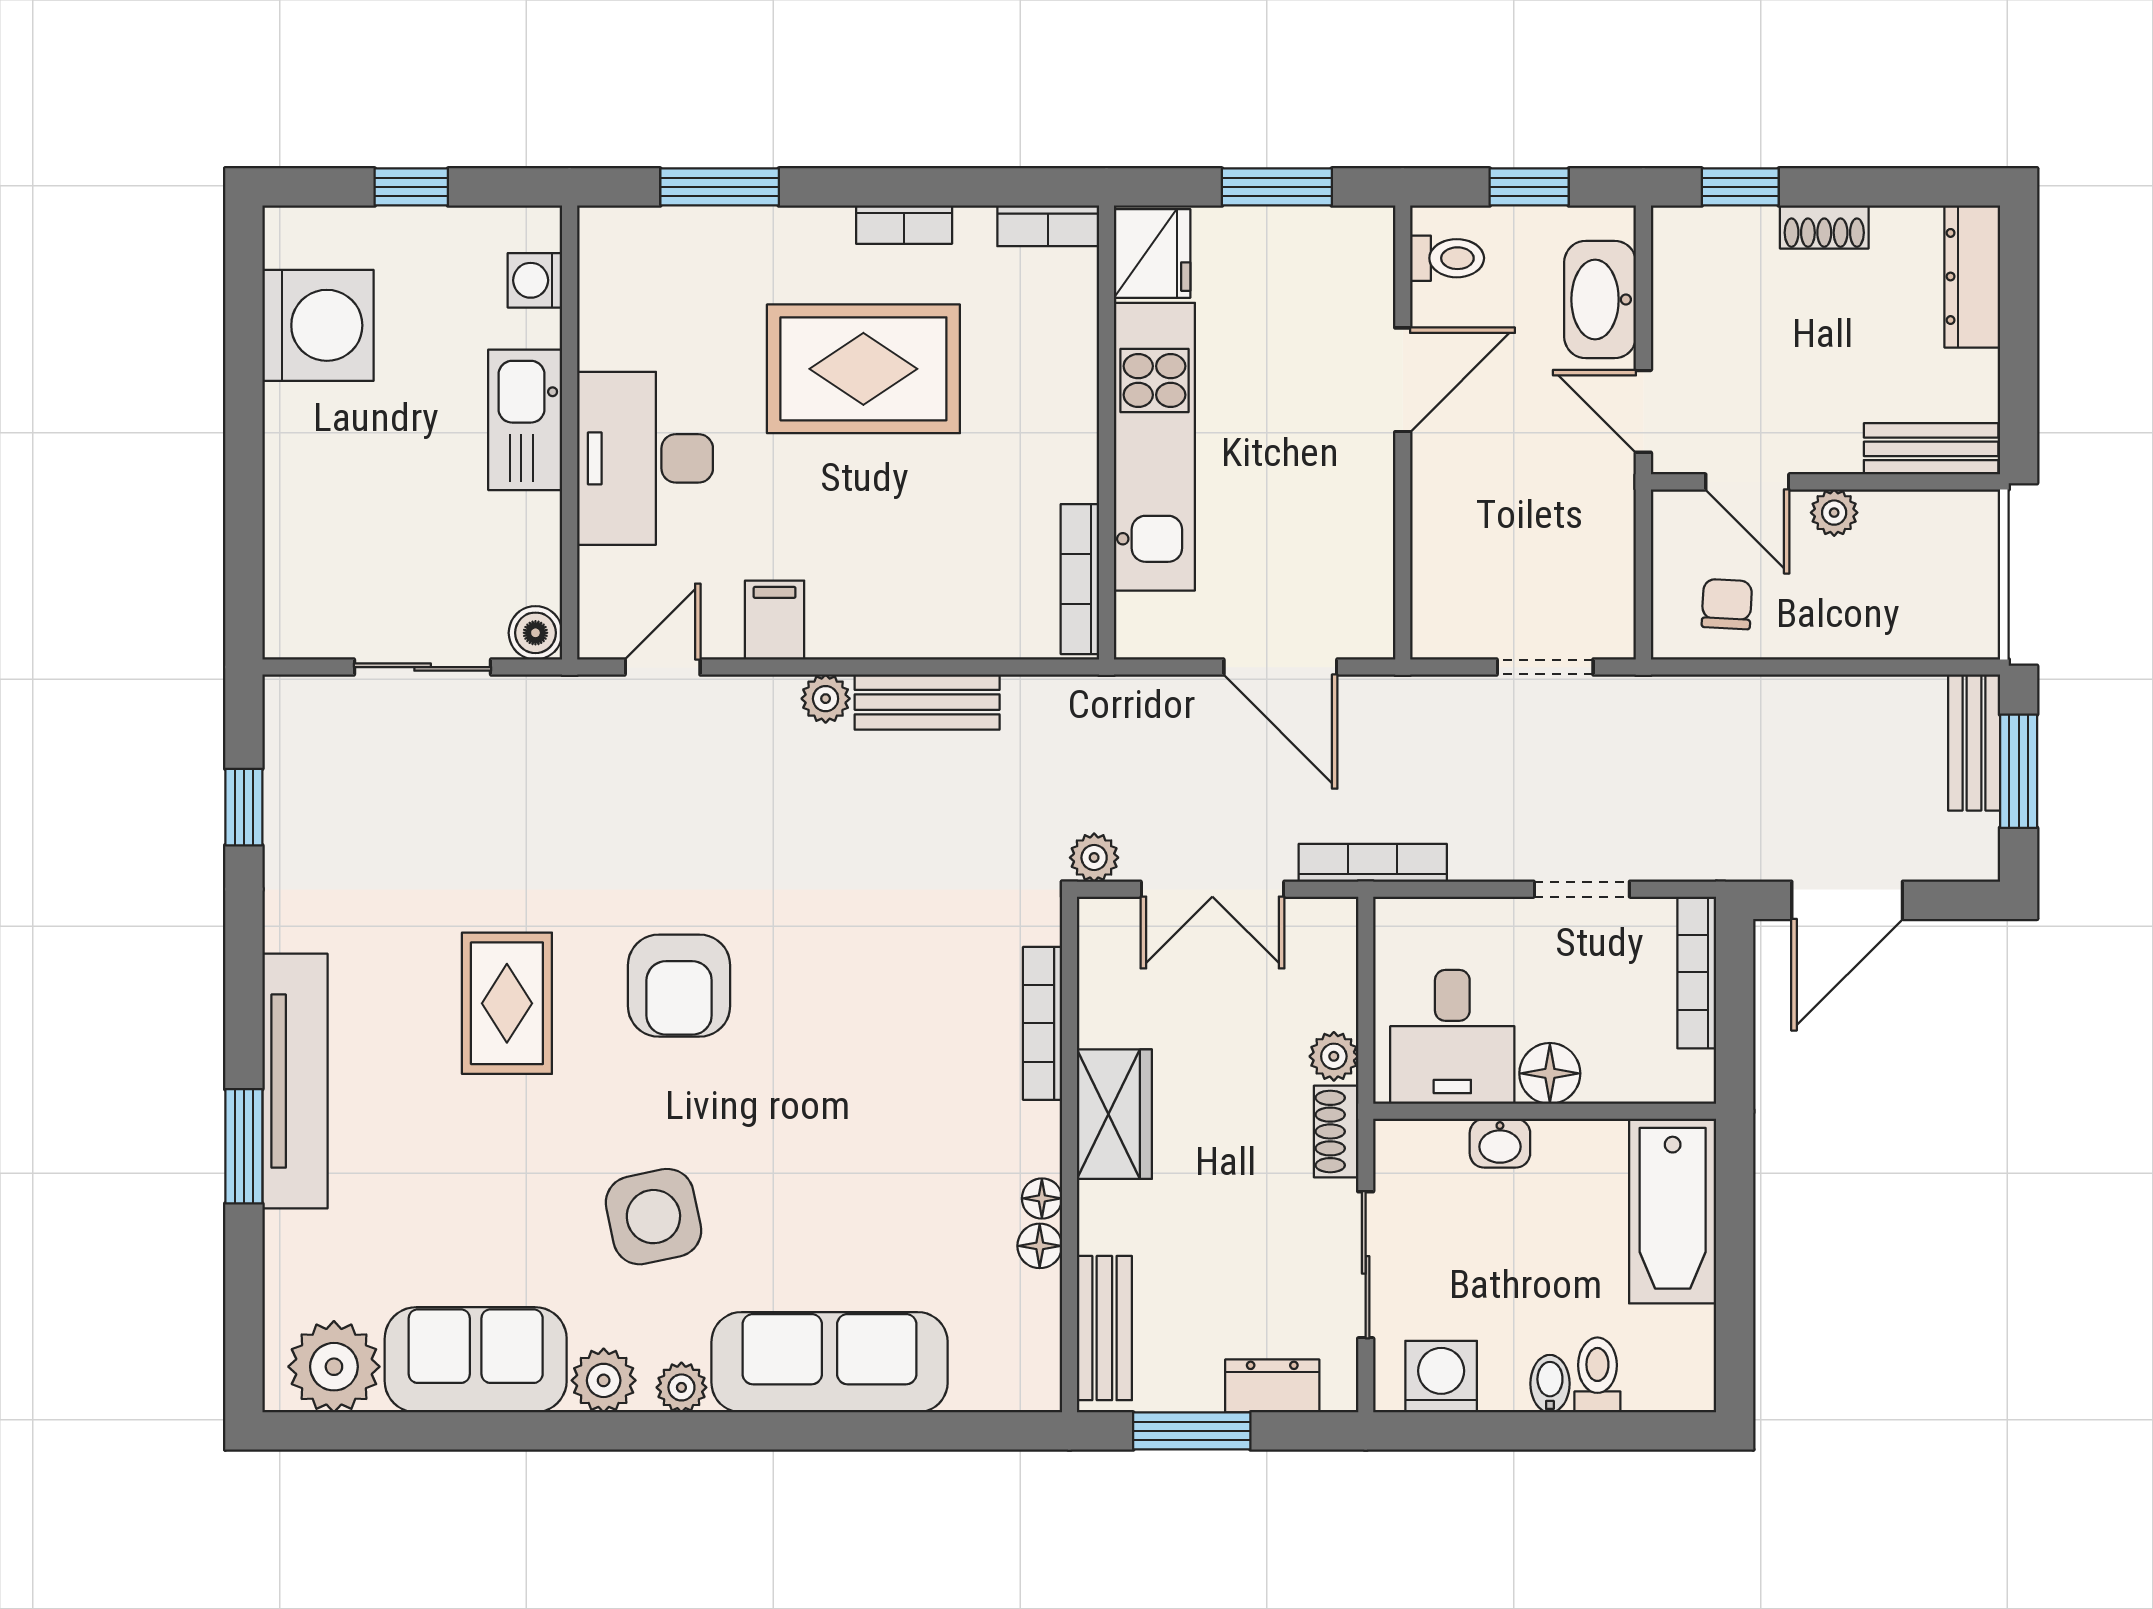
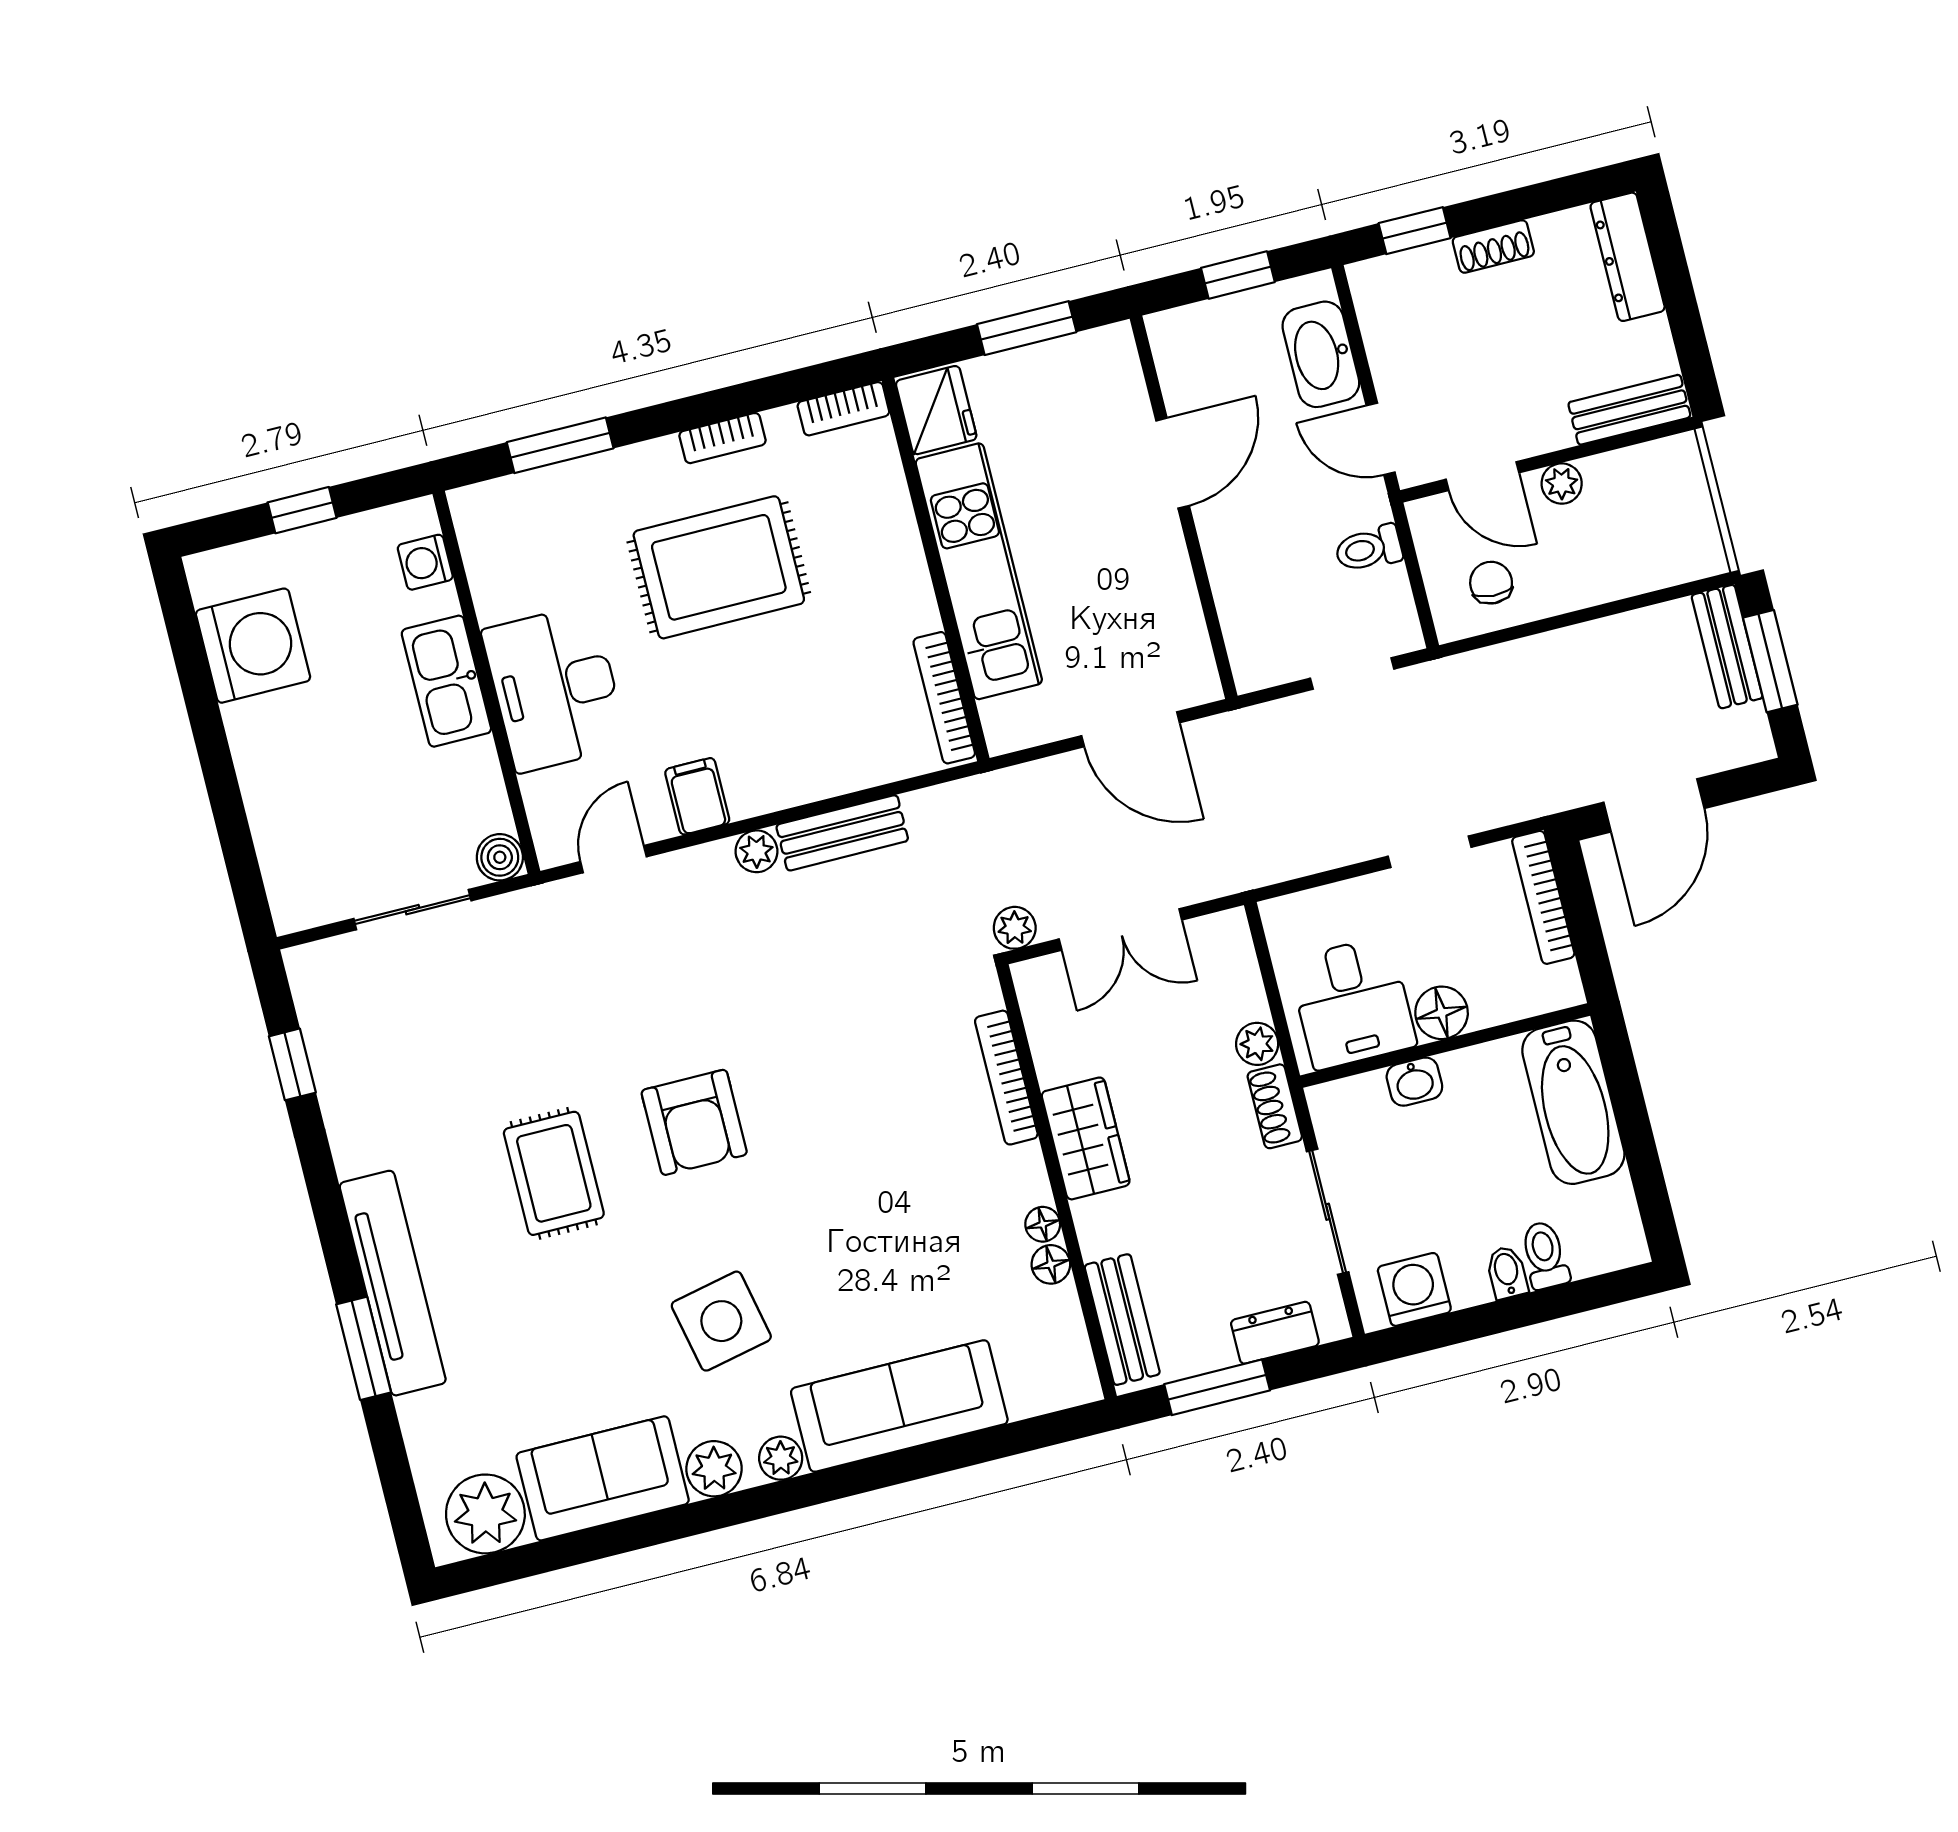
toilet: (1447, 258) -> (1369, 549), moved, turned 180
bookcase: (1373, 863) -> (1249, 874), removed

